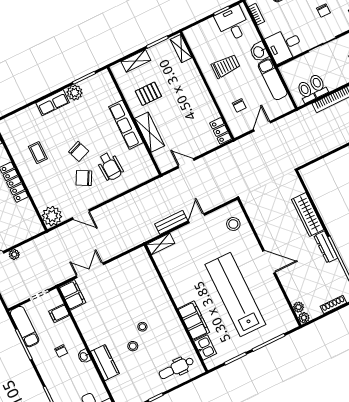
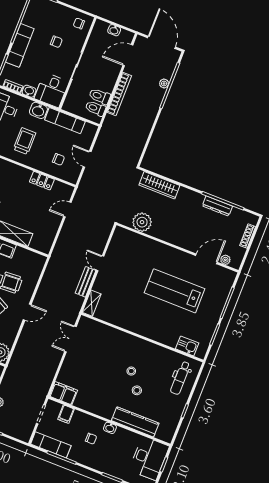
washbasin: (266, 30) -> (29, 91), added
locker: (221, 131) -> (42, 181), moved
door: (186, 163) -> (67, 209), moved
wardrobe: (308, 214) -> (159, 185), moved
door: (81, 215) -> (27, 312), moved
stool: (233, 224) -> (129, 244), removed
dresser: (326, 247) -> (217, 206), moved
door: (269, 262) -> (206, 259), moved
double door: (90, 270) -> (70, 339), moved
lab bench: (235, 295) -> (174, 291), width x0.73
plant: (304, 318) -> (142, 222), moved, width x1.88, depth x1.88
filing cabinet: (194, 320) -> (162, 335), removed
kitchen counter: (105, 363) -> (135, 422), width x1.50

